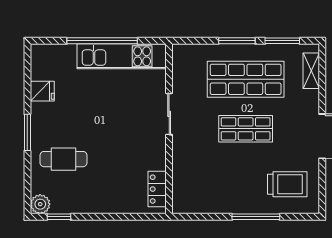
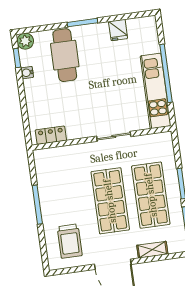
shelving: (311, 71) -> (152, 250), moved
shop shelf: (246, 129) -> (110, 201), width x1.43, depth x1.36
cafe table: (64, 159) -> (65, 55), width x1.37, depth x1.35
water cooler: (78, 207) -> (27, 73), added
window: (256, 217) -> (37, 205), moved

